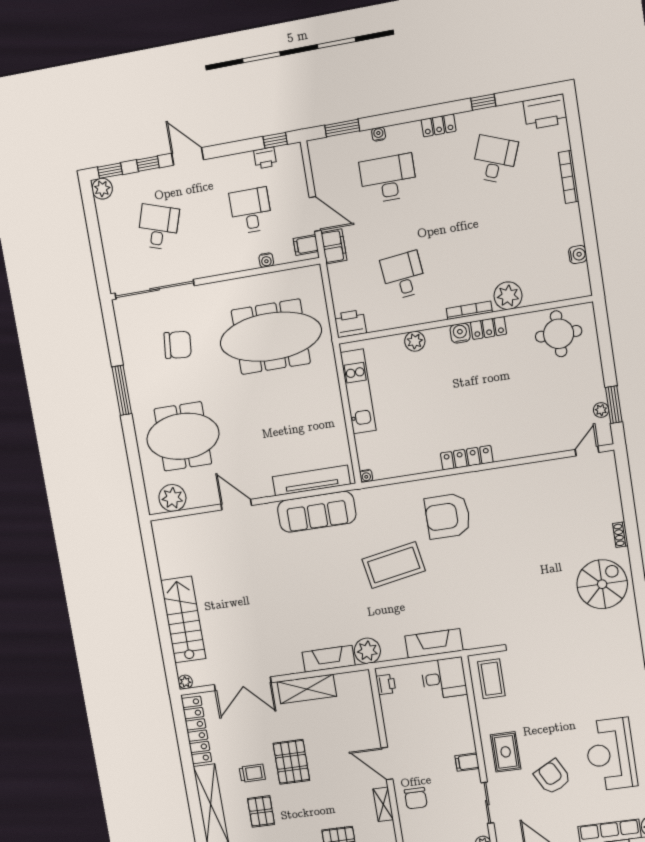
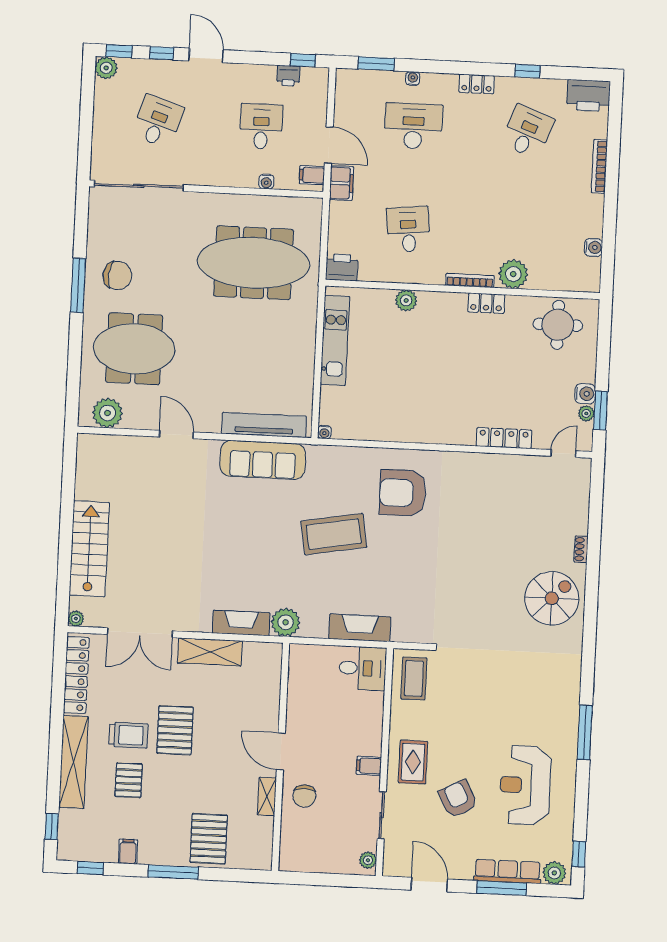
water cooler: (460, 333) -> (585, 394), moved, turned 90
chair: (178, 345) -> (117, 276), moved
locker: (467, 458) -> (504, 438), moved
printer: (386, 684) -> (298, 663), removed
trolley: (252, 773) -> (128, 735), width x1.36, depth x1.39

